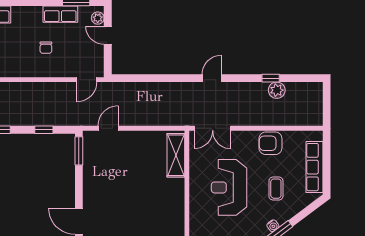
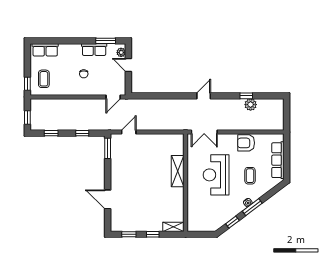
shelving: (176, 155) -> (178, 171), moved

